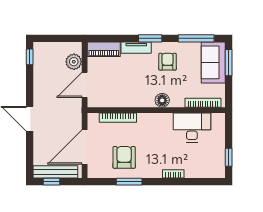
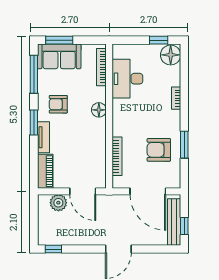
floor lamp: (214, 169) -> (171, 55), added

